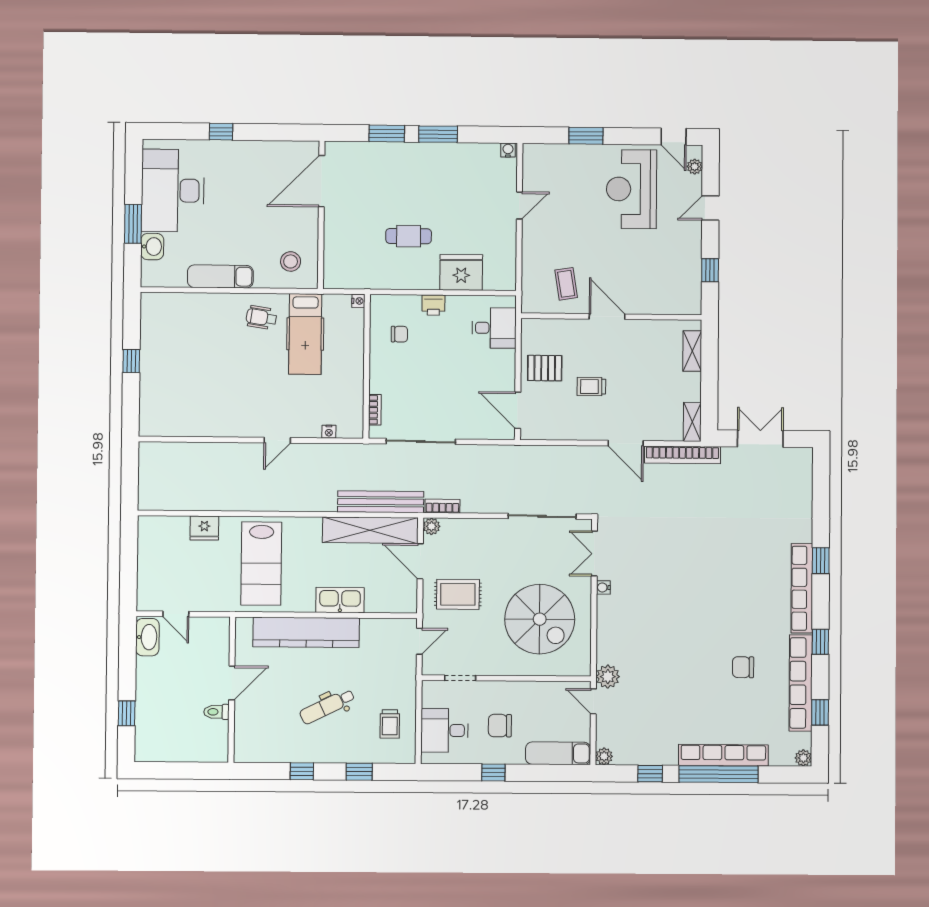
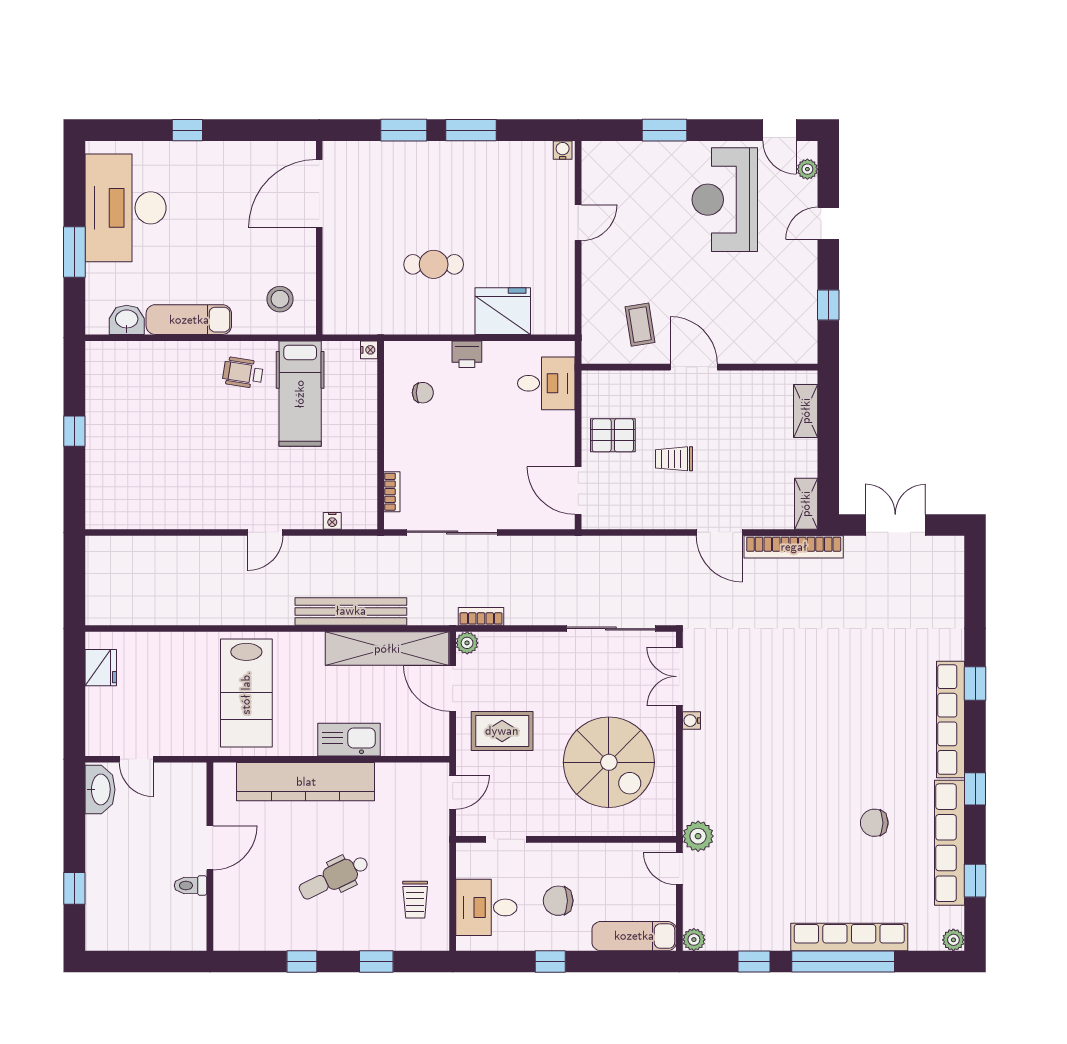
washbasin: (152, 247) -> (127, 320), moved, turned -90
bench: (381, 502) -> (351, 611), moved
fridge: (204, 528) -> (101, 668), moved, turned -90

